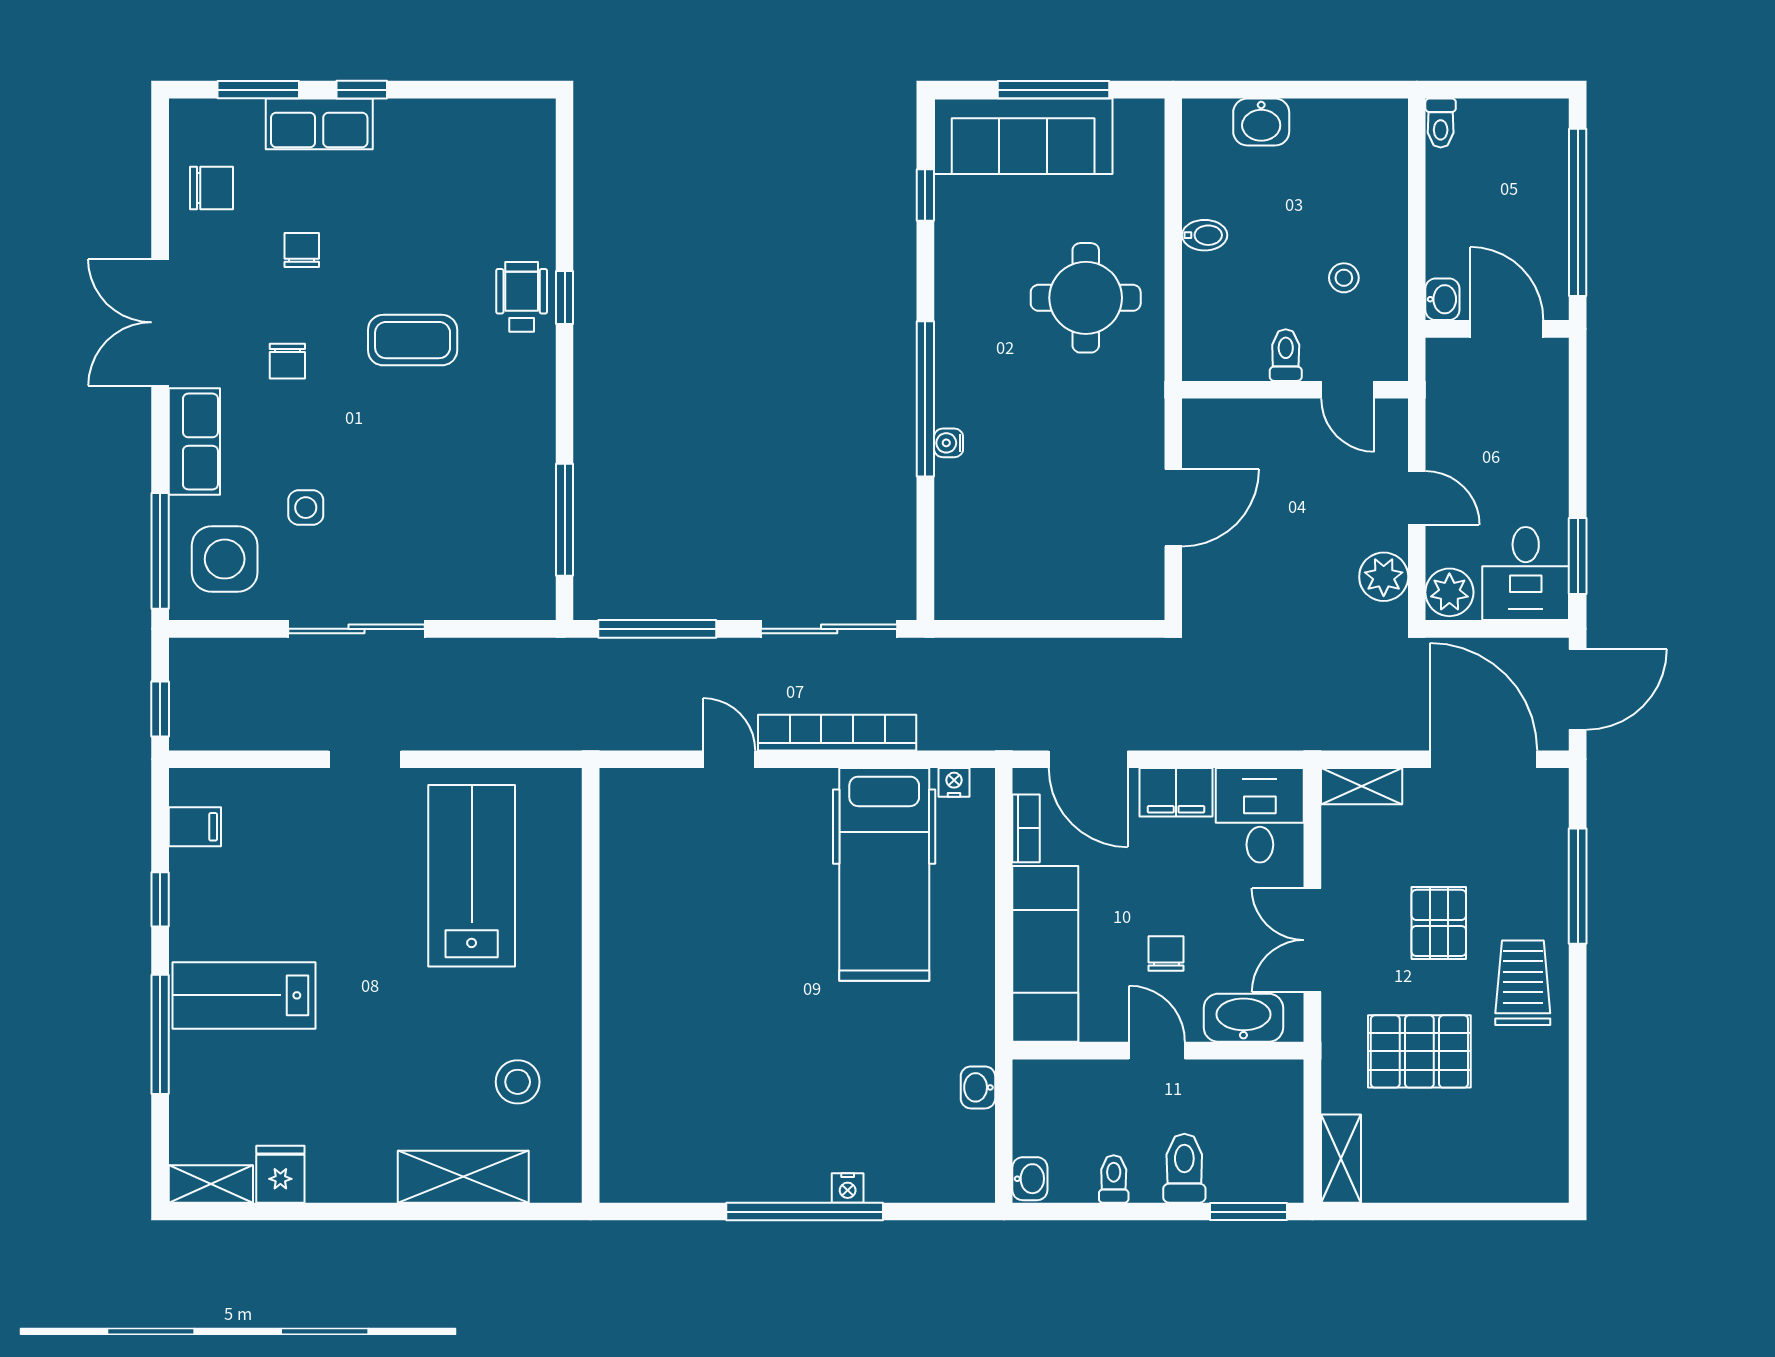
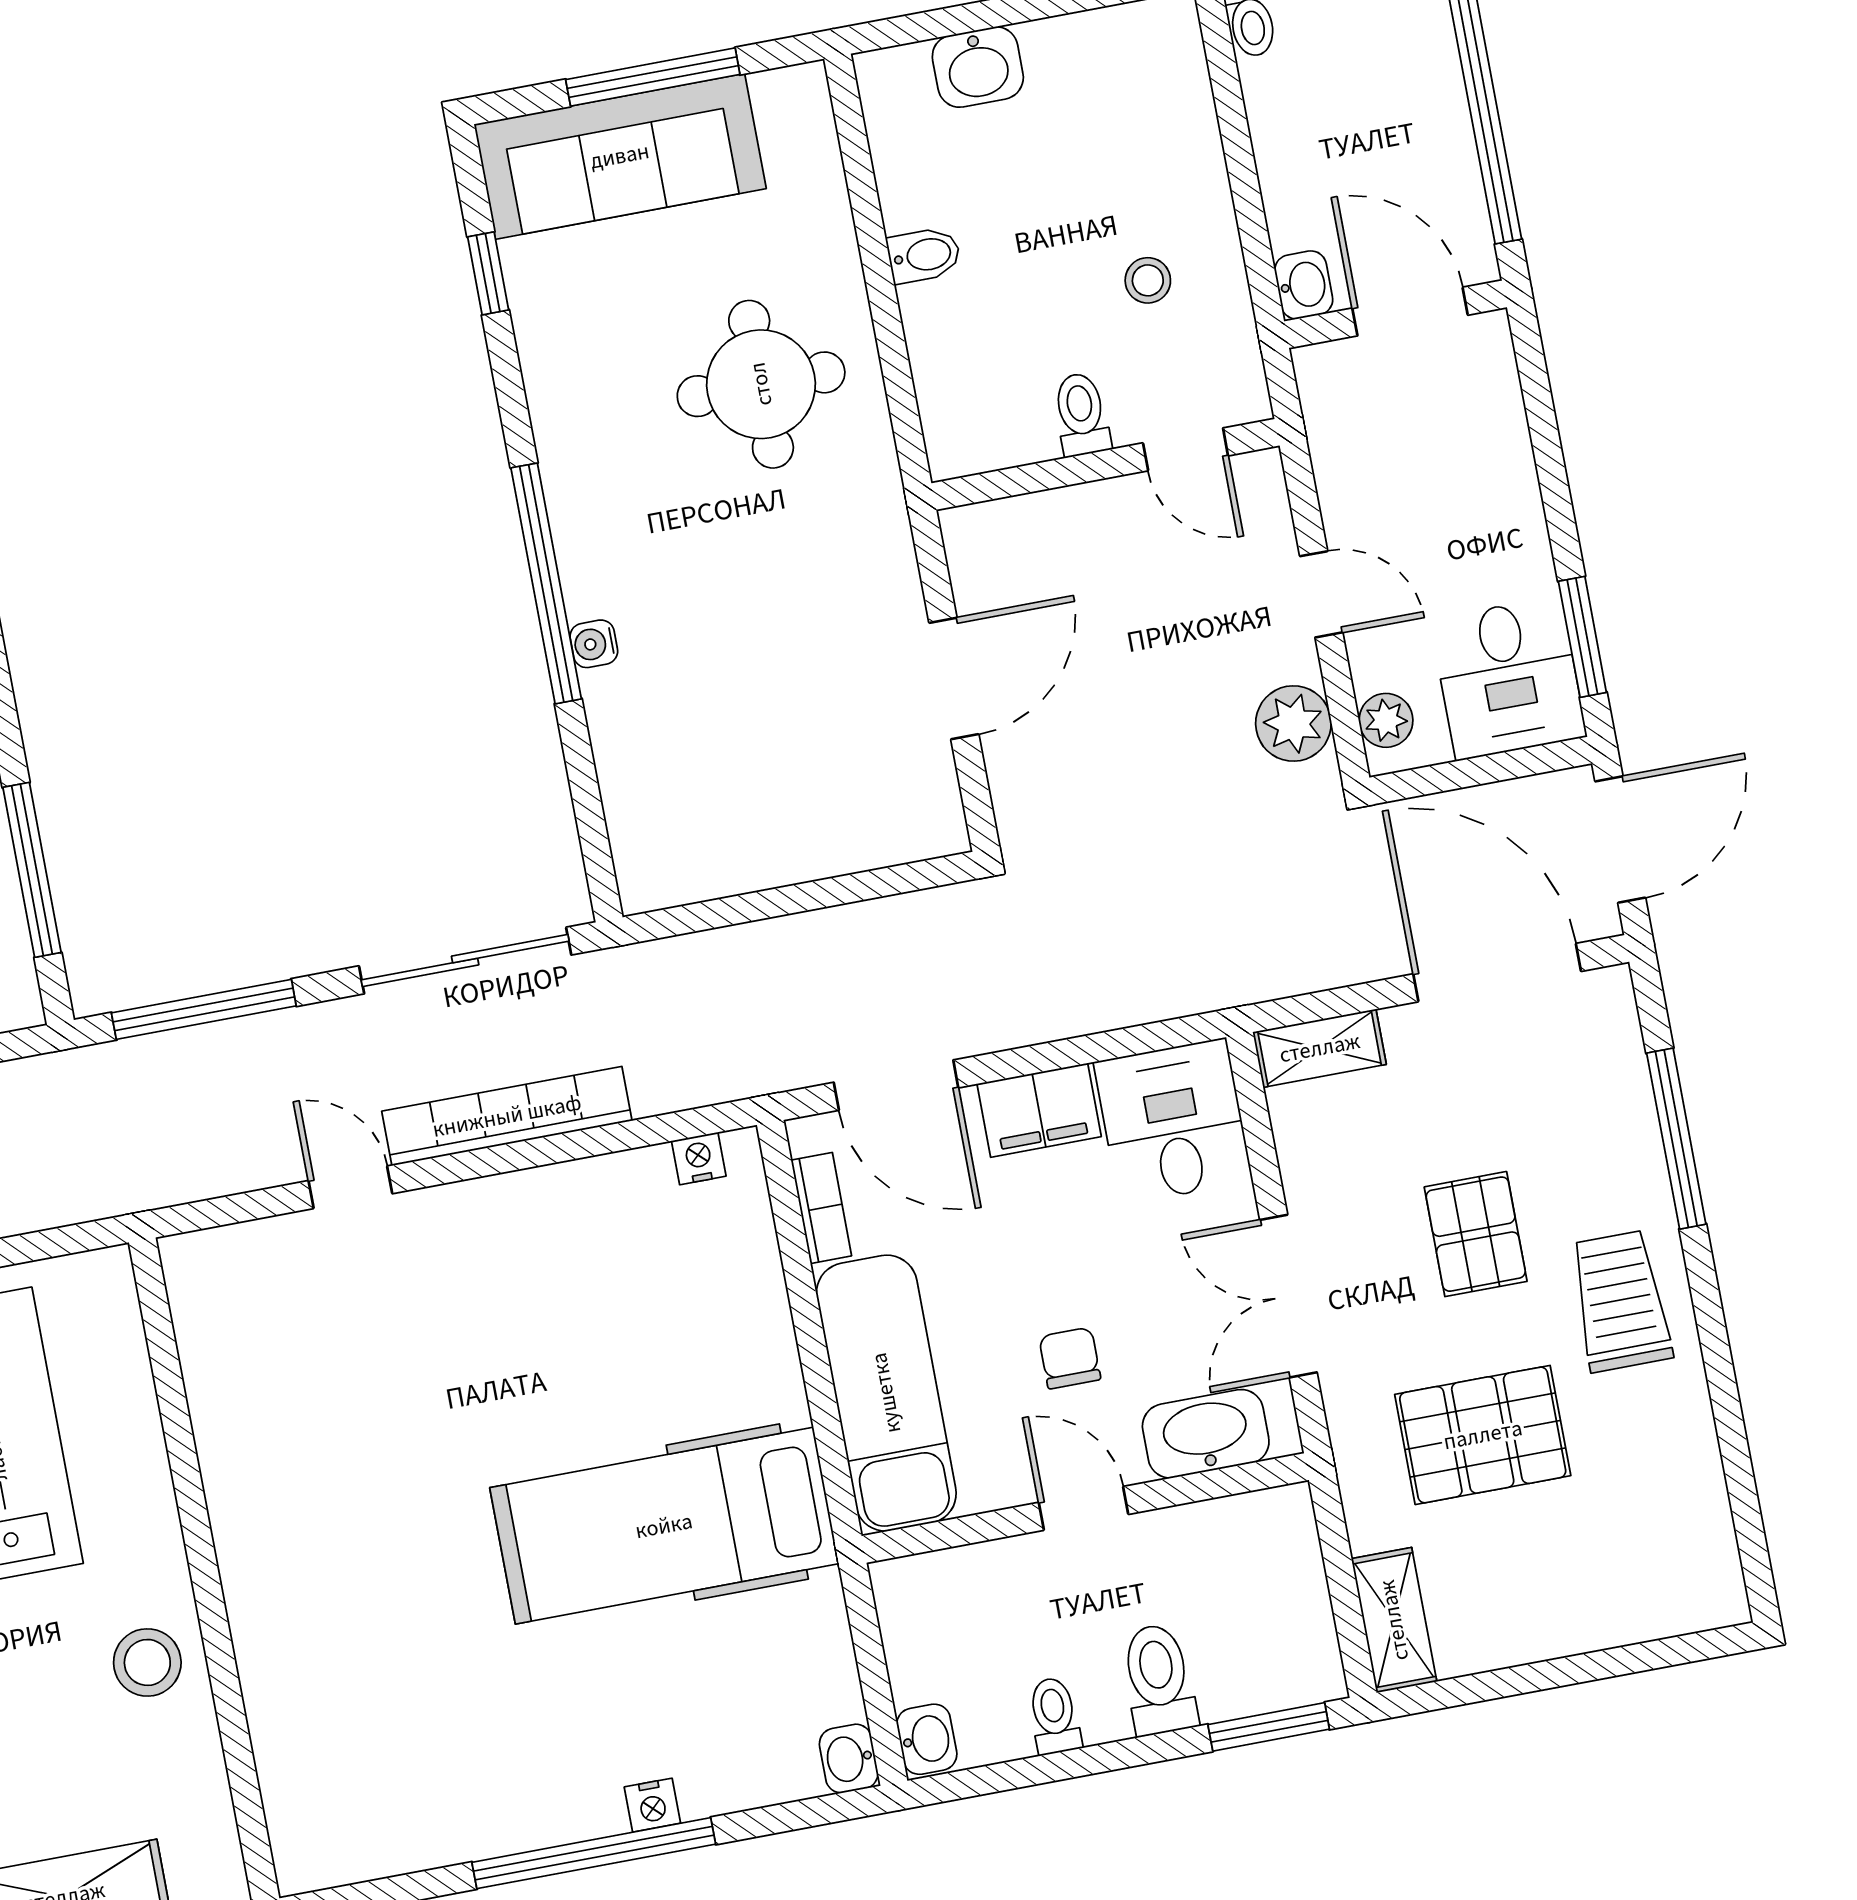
plant: (1449, 592) -> (1386, 720), width x0.73, depth x0.73
hospital bed: (884, 874) -> (664, 1526), moved, turned 90
stool: (518, 1082) -> (147, 1662), moved
washbasin: (978, 1087) -> (849, 1759), moved

